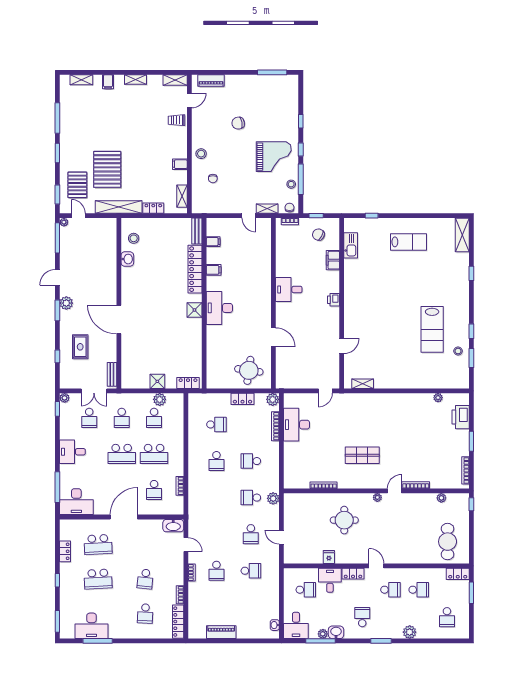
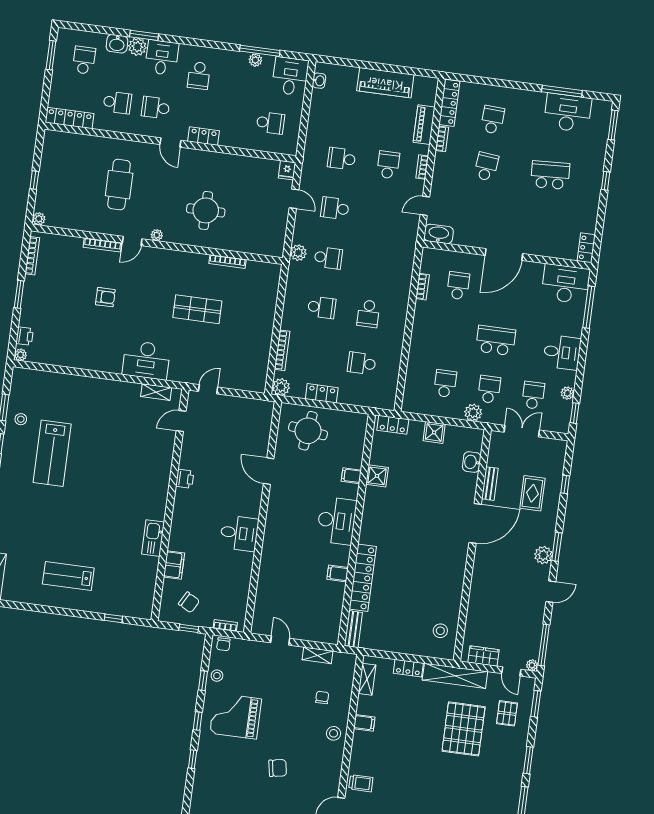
window: (301, 179) -> (203, 681), width x0.46
pallet: (77, 185) -> (507, 713), width x0.67, depth x0.71
shelving: (267, 209) -> (318, 655), moved
wardrobe: (100, 224) -> (483, 656), added
filing cabinet: (213, 242) -> (351, 476), moved
kitchen sink: (351, 245) -> (153, 538), moved
washbasin: (127, 259) -> (472, 462), moved
printer: (334, 300) -> (185, 479), moved
shower: (194, 310) -> (377, 476), moved
door: (119, 319) -> (475, 523), hinge flipped
lab bench: (432, 329) -> (52, 453), turned 180
door: (342, 346) -> (181, 421), moved
bench: (112, 374) -> (490, 484), moved
plant: (65, 398) -> (567, 393), moved
plant: (438, 398) -> (20, 355), moved
plant: (160, 399) -> (473, 413), moved
printer: (461, 417) -> (25, 336), width x0.53, depth x0.68
desk: (297, 425) -> (146, 360), moved, turned 90
armchair: (409, 448) -> (105, 297), added
school desk: (154, 454) -> (452, 335), removed
shop shelf: (362, 455) -> (197, 309), moved
school desk: (216, 461) -> (368, 314), turned 180
plant: (441, 498) -> (39, 219), moved
window: (471, 504) -> (34, 180), moved
school desk: (251, 534) -> (335, 208), turned -90
cafe table: (448, 542) -> (119, 185), moved
school desk: (98, 544) -> (544, 222), removed
door: (186, 545) -> (425, 206), hinge flipped
locker: (65, 551) -> (586, 248), moved
fridge: (329, 557) -> (287, 170), moved
locker: (458, 574) -> (70, 118), width x1.53
desk: (330, 580) -> (162, 58), moved, turned 180
school desk: (306, 590) -> (270, 123), turned 180
school desk: (419, 590) -> (117, 103), turned 180
window: (471, 593) -> (51, 55), moved
piano: (194, 603) -> (424, 125), added
piano: (221, 632) -> (385, 83), width x1.37, depth x1.33
washbasin: (336, 632) -> (117, 44), moved
window: (381, 641) -> (144, 35), moved

